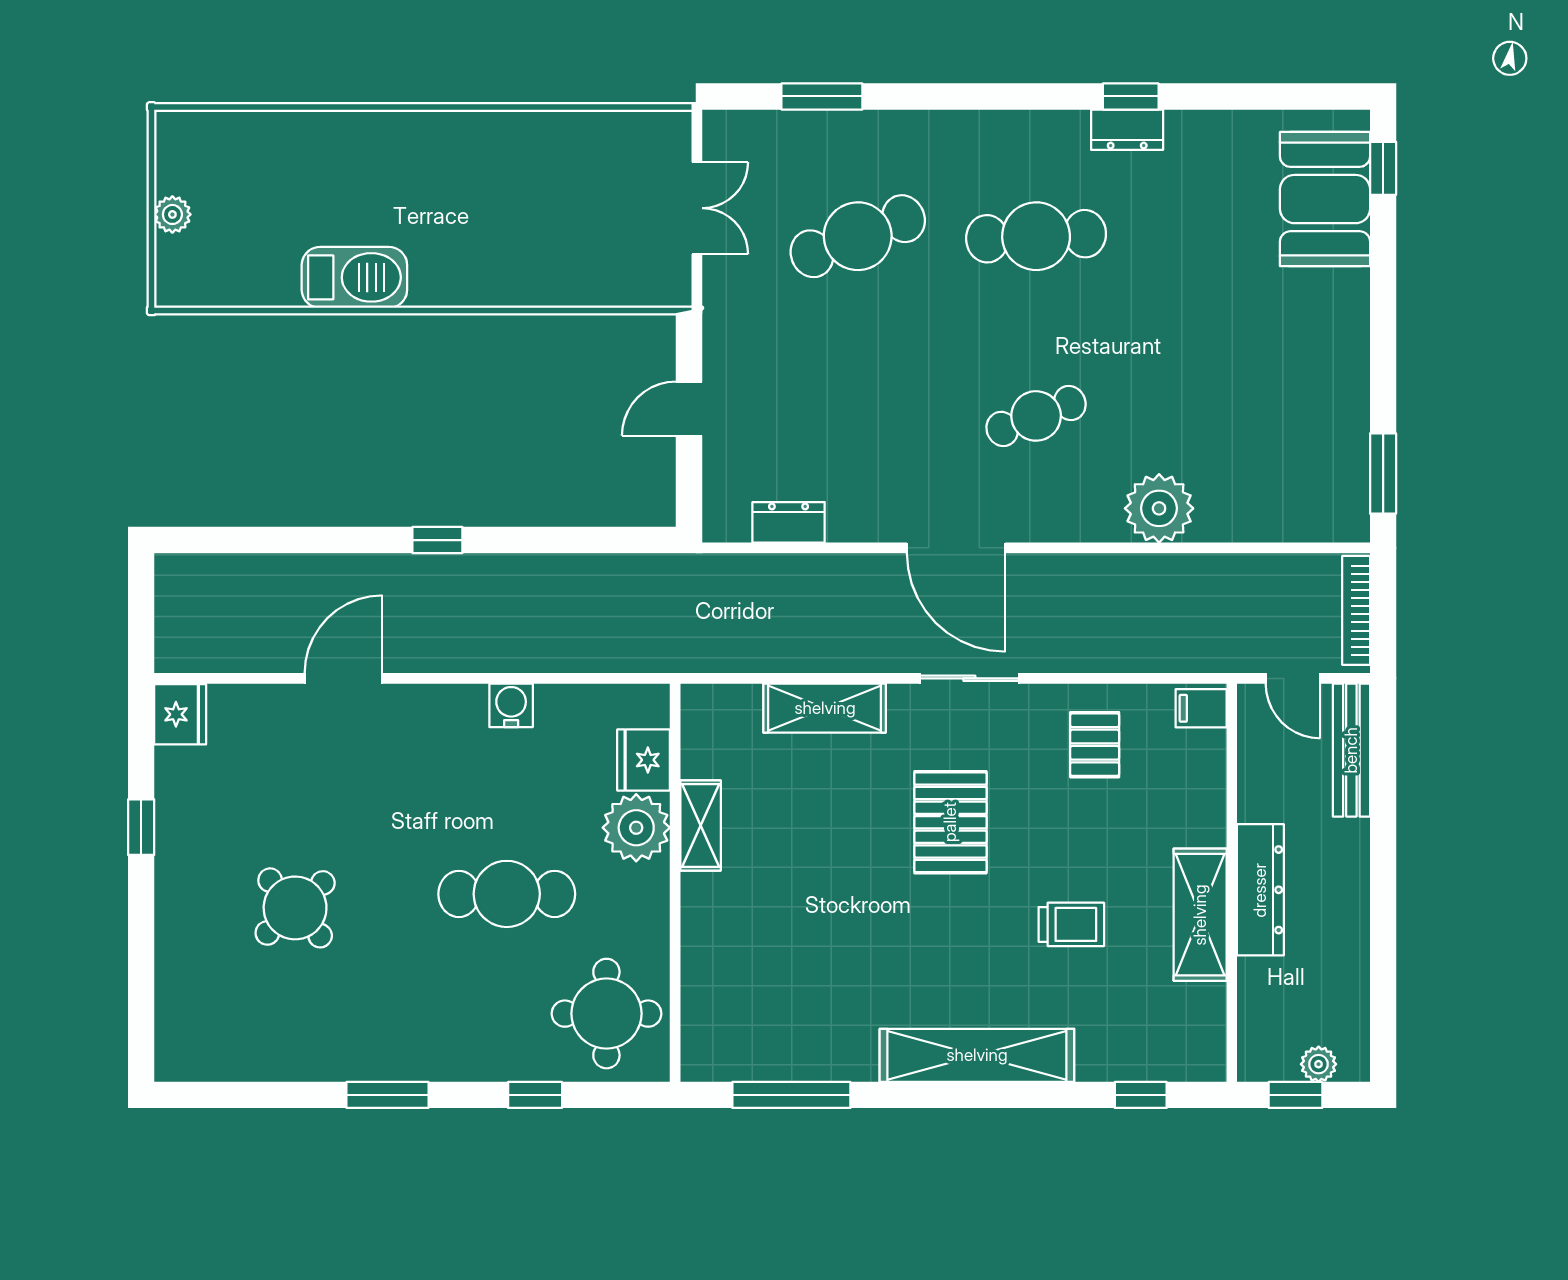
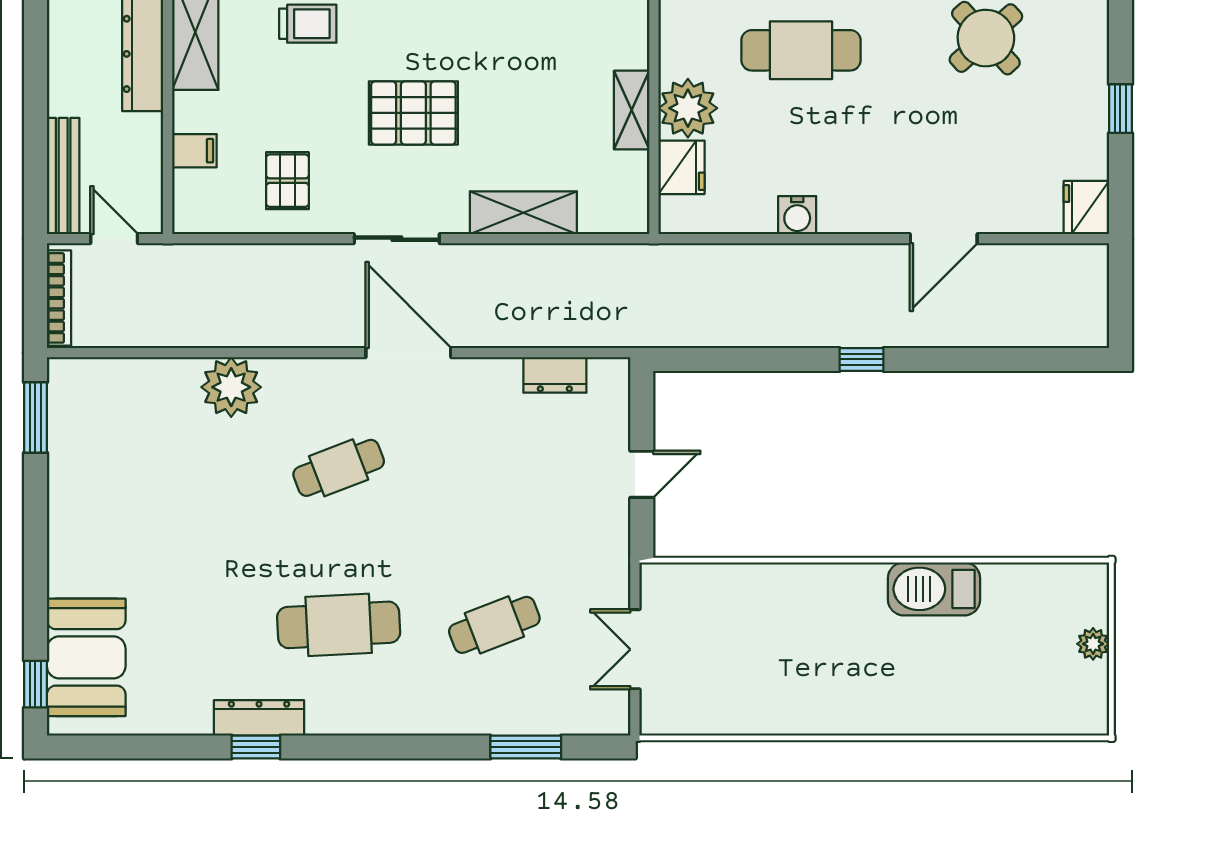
dresser: (1127, 130) -> (259, 718), width x1.44
cafe table: (858, 236) -> (494, 625), width x0.73, depth x0.74
filing cabinet: (1201, 708) -> (194, 151), moved
pallet: (950, 822) -> (413, 113), turned 90
trolley: (1071, 924) -> (308, 24), turned 180

